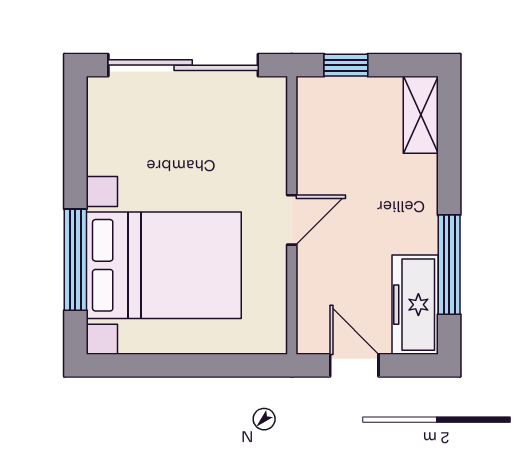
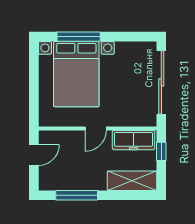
shelving: (421, 115) -> (132, 181), width x1.50, depth x1.33
door: (292, 220) -> (96, 128), hinge flipped
freezer: (415, 305) -> (134, 140), moved, turned 180

